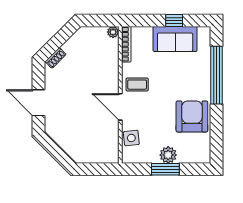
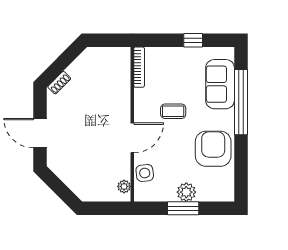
plant: (113, 32) -> (124, 186), moved
sofa: (175, 39) -> (220, 84), moved, turned 90
coffee table: (137, 85) -> (173, 111), moved
door: (120, 107) -> (132, 138), swing flipped

